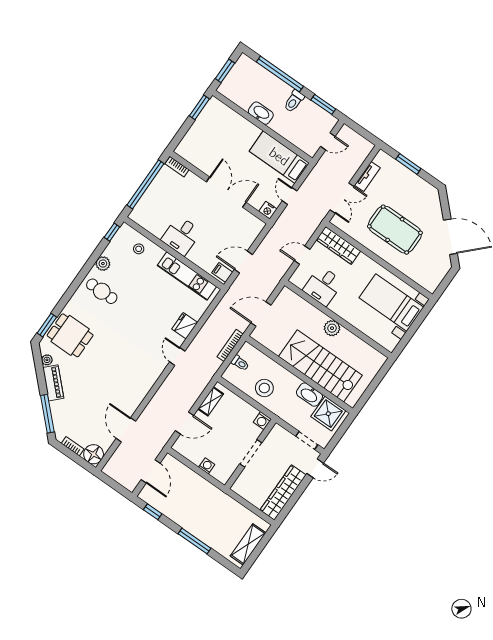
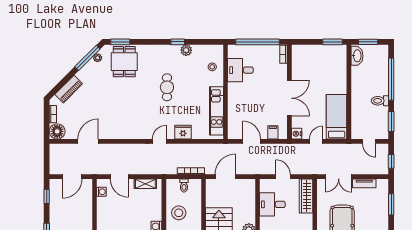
washbasin: (261, 113) -> (357, 56), moved
window: (364, 133) -> (391, 161), added
window: (112, 232) -> (178, 42), moved
desk: (181, 236) -> (240, 70), moved
filing cabinet: (222, 273) -> (273, 132), moved
cafe table: (102, 291) -> (167, 87), moved
door: (261, 314) -> (226, 177), hinge flipped
piano: (53, 383) -> (69, 89), moved
window: (47, 414) -> (87, 58), moved
washing machine: (207, 466) -> (101, 192), moved

